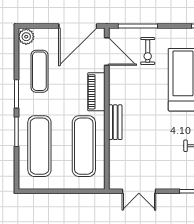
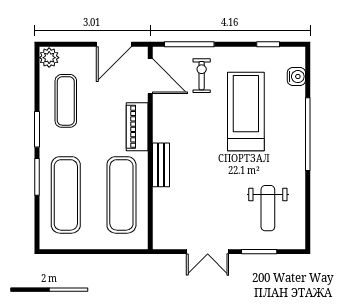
door: (78, 26) -> (114, 44), width x0.73
exercise bike: (148, 51) -> (202, 76), turned 180
double door: (139, 191) -> (208, 252), moved

